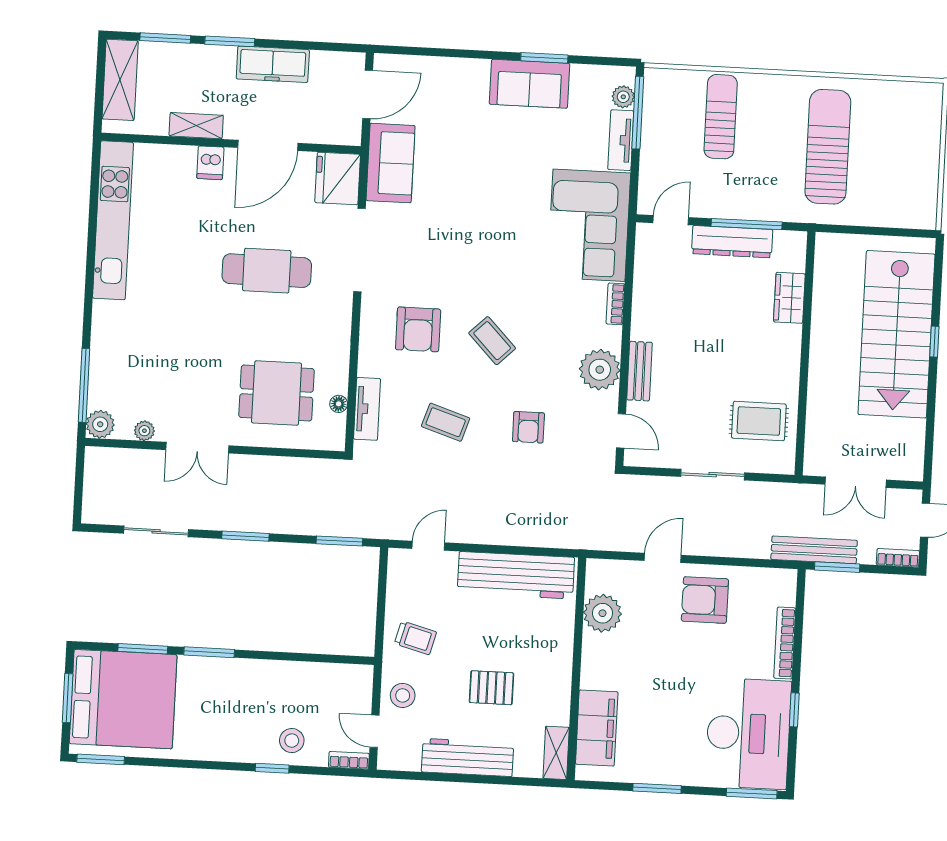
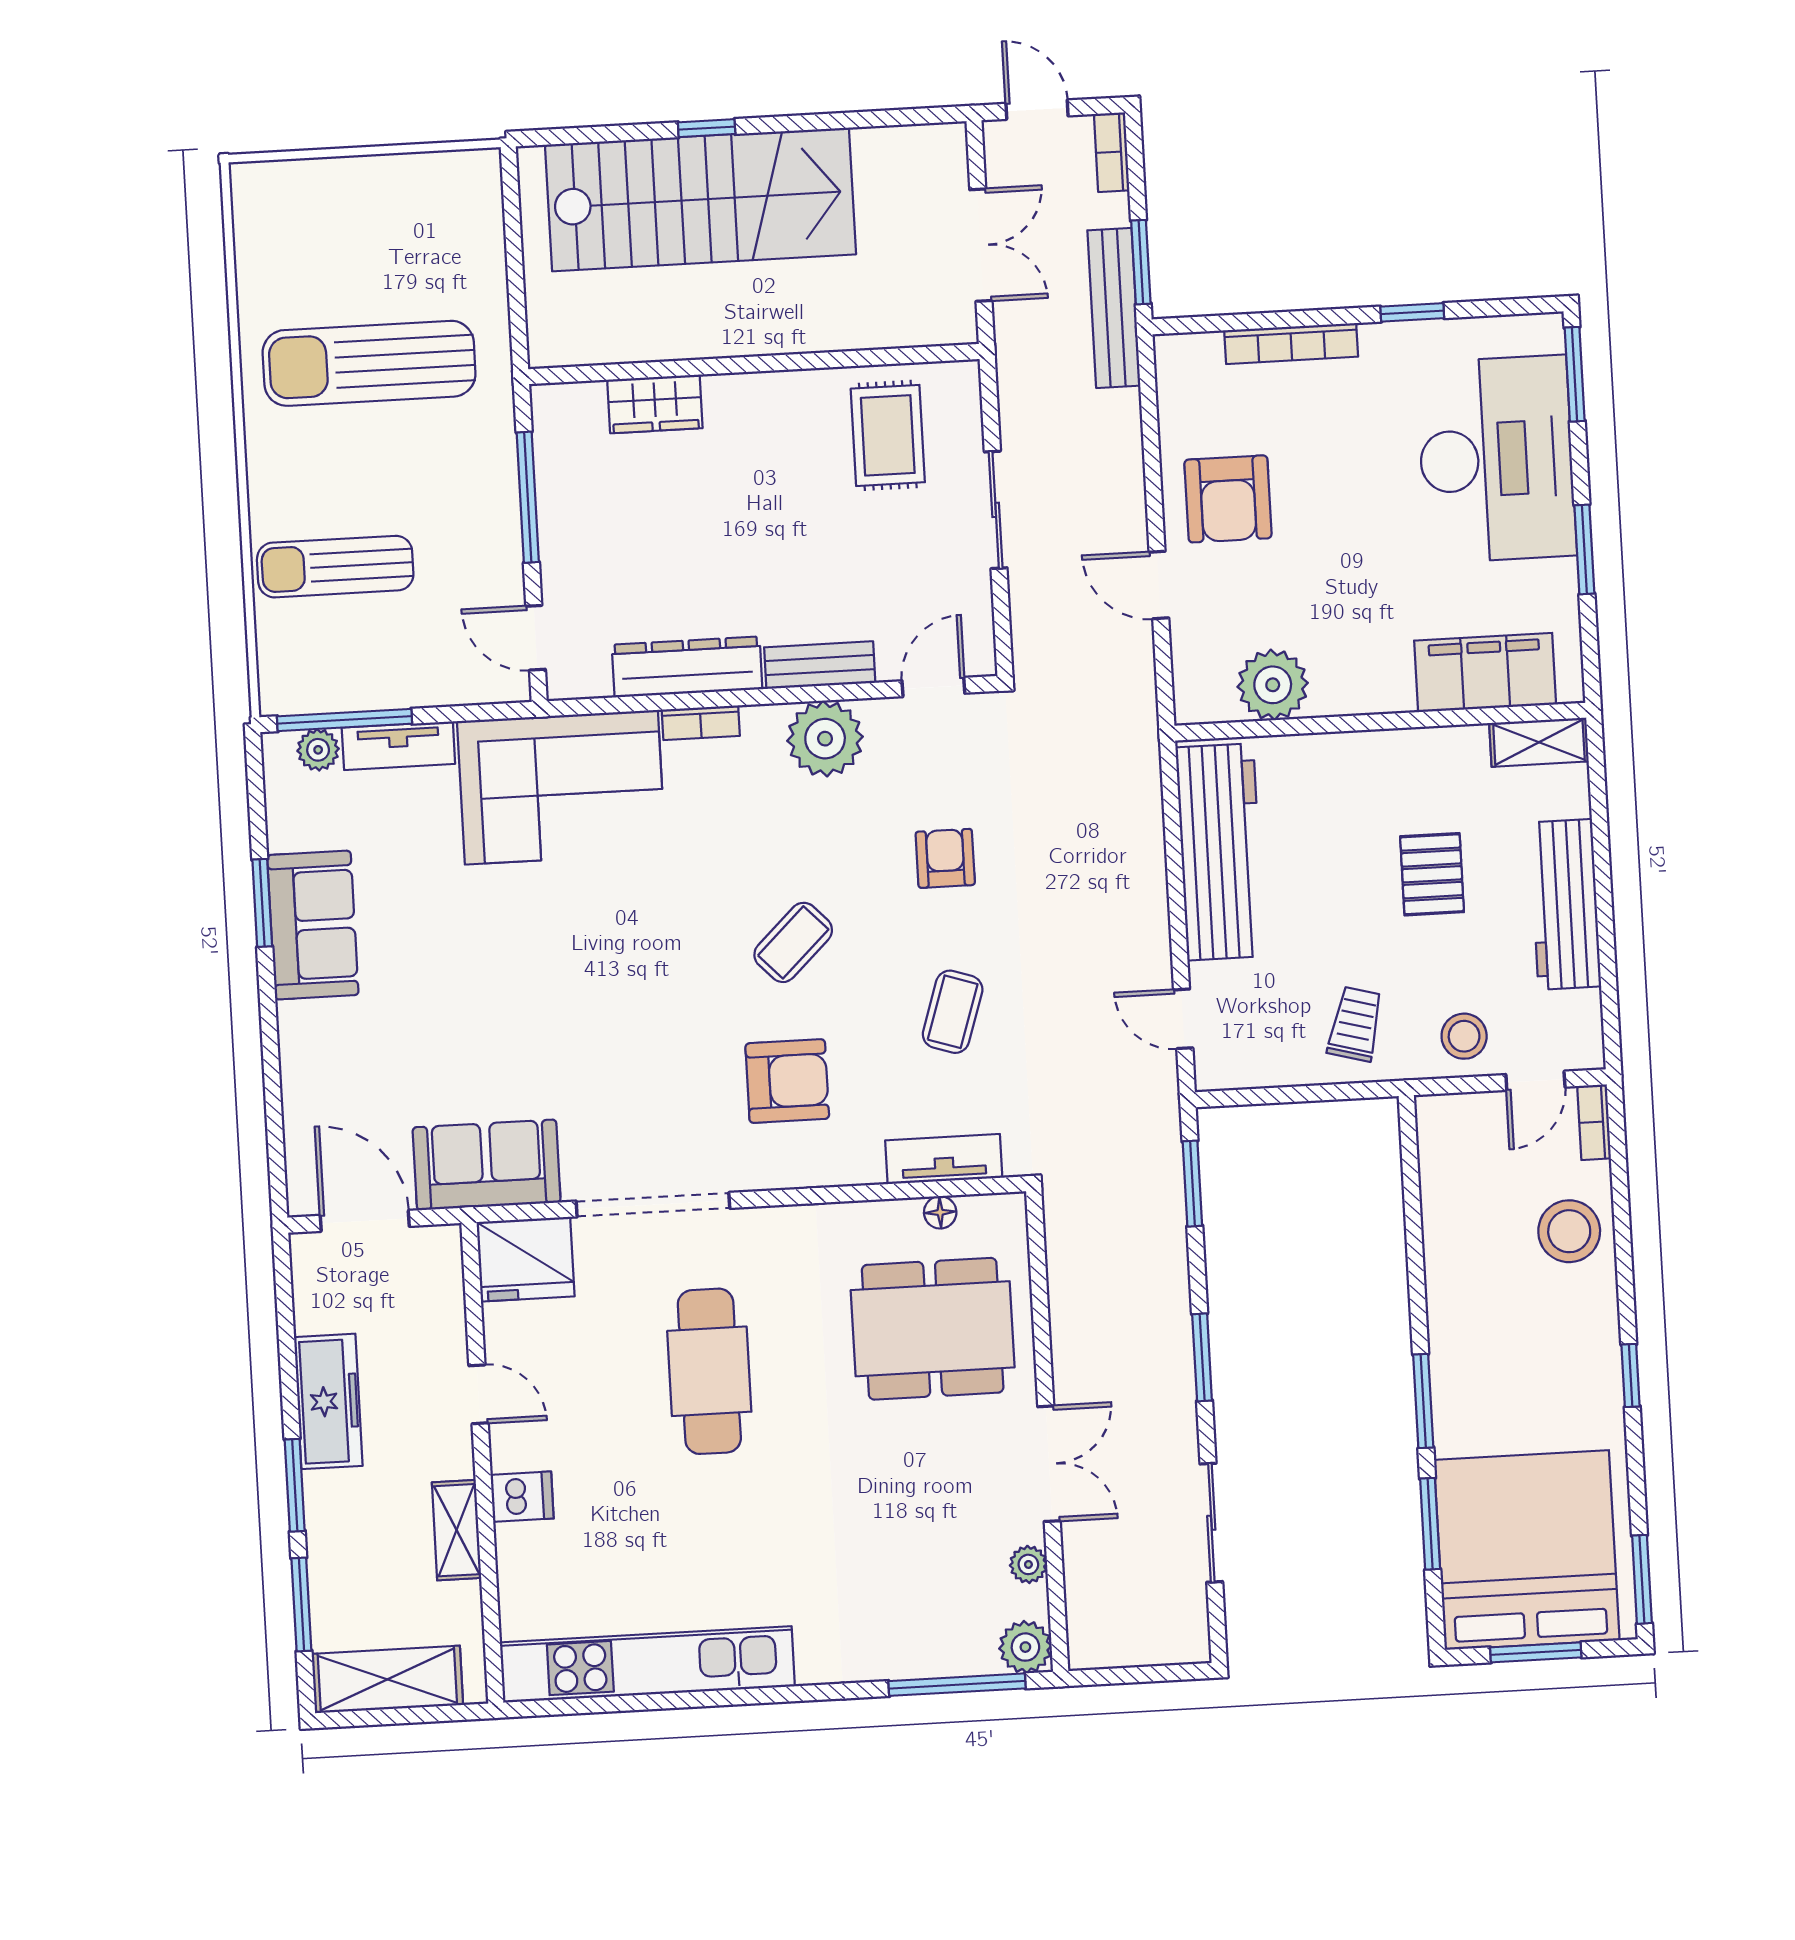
door: (268, 145) -> (479, 1394), width x0.53
dresser: (732, 242) -> (687, 667), moved, turned -90
dining table: (277, 393) -> (933, 1329), width x1.38
armchair: (528, 427) -> (945, 858), turned -90
desk: (748, 733) -> (1496, 459), moved, turned 90
stool: (292, 741) -> (1569, 1231), width x1.38, depth x1.38
window: (272, 768) -> (1631, 1376), moved

